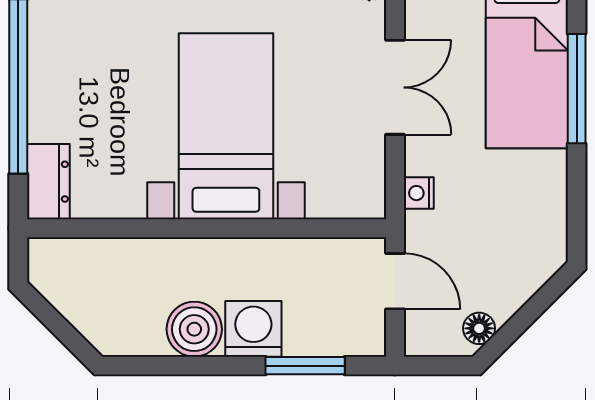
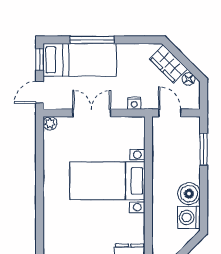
wardrobe: (517, 278) -> (169, 64), added
door: (395, 281) -> (170, 113), hinge flipped
washing machine: (253, 329) -> (189, 217), moved

